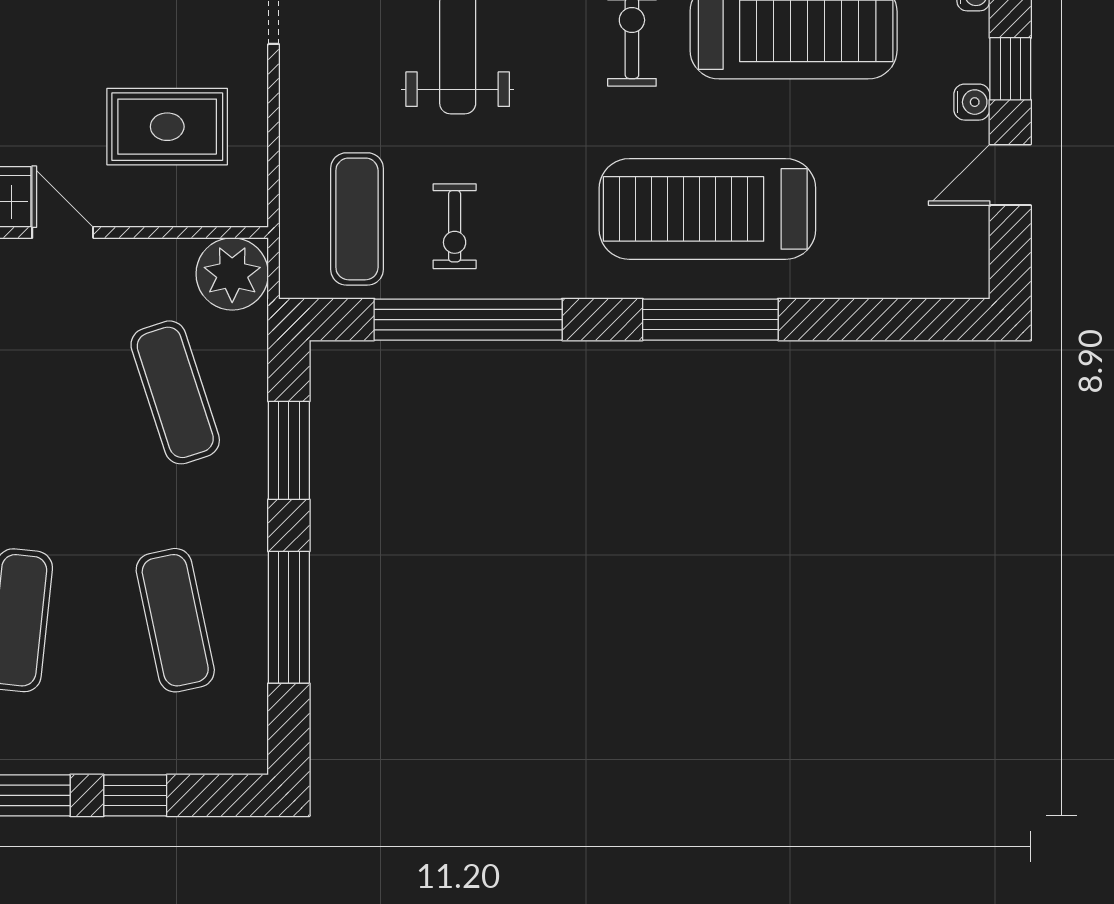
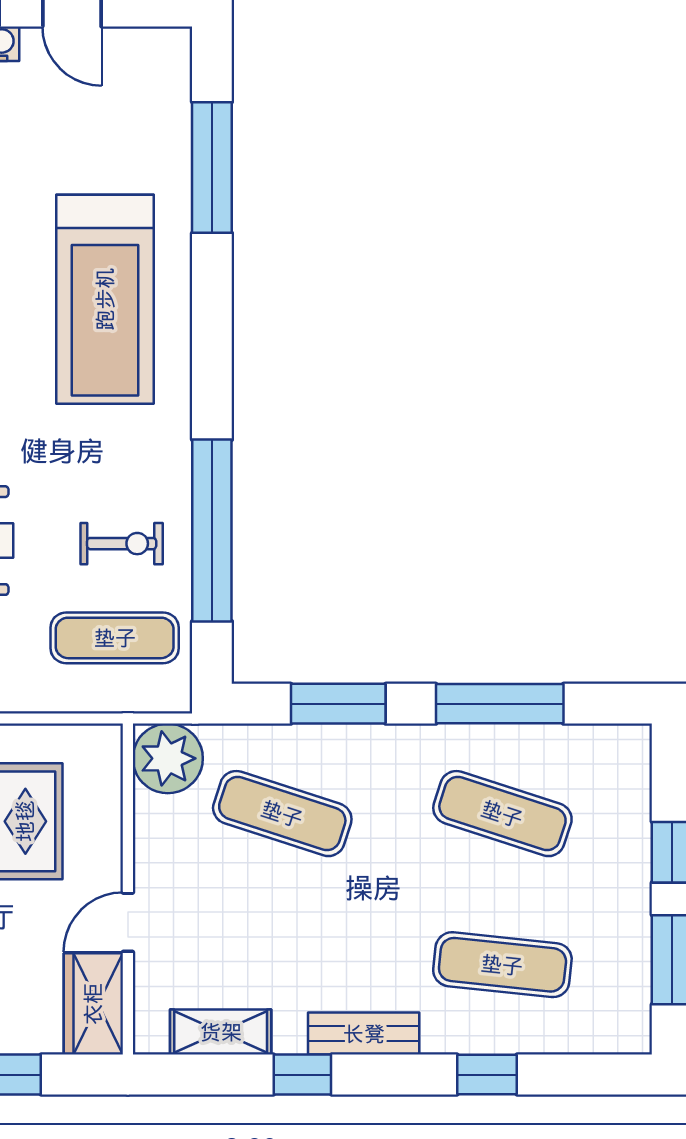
window: (710, 320) -> (212, 167), moved
exercise mat: (175, 392) -> (282, 814), turned 36
exercise mat: (175, 620) -> (502, 814), turned 30

